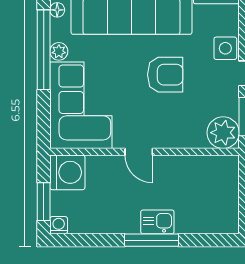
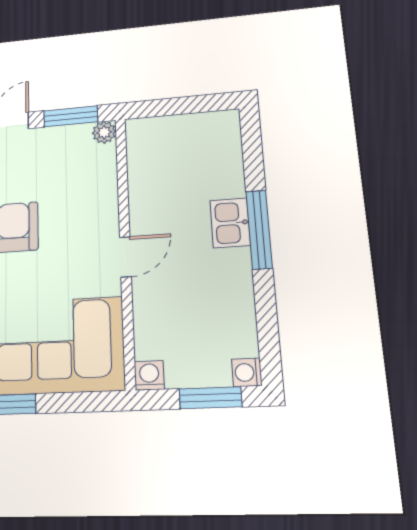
plant: (223, 133) -> (104, 132), width x0.53, depth x0.53
washing machine: (67, 172) -> (149, 375), width x0.53, depth x0.53

